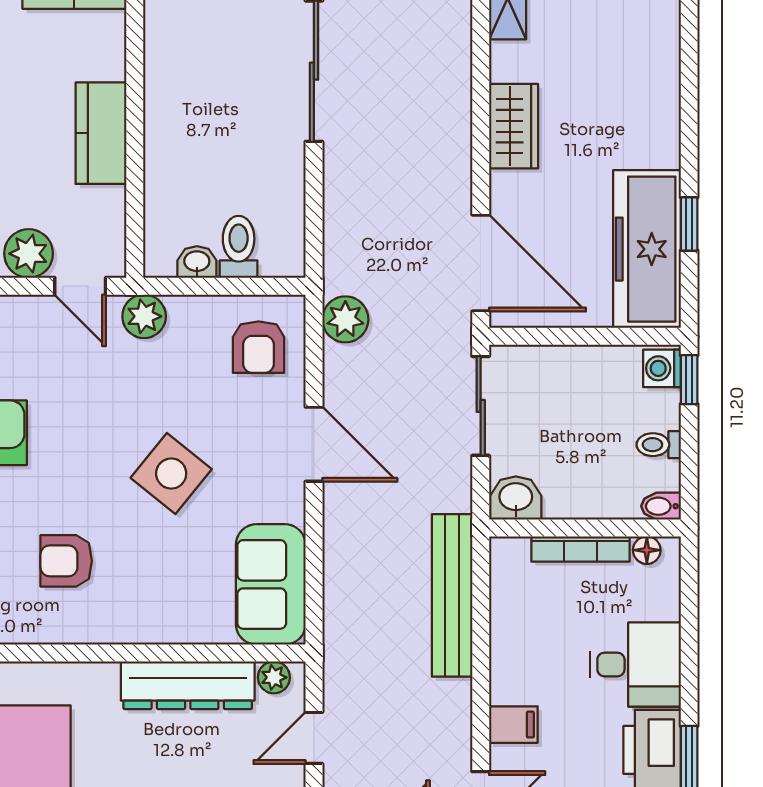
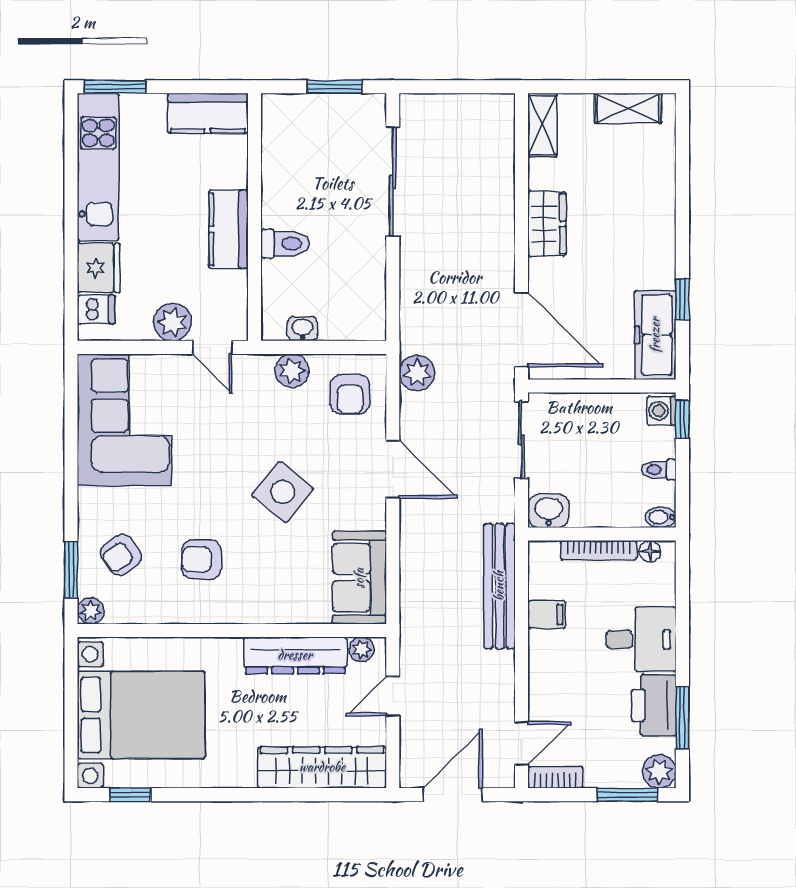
toilet: (239, 247) -> (285, 244), moved, turned 90
freezer: (647, 249) -> (655, 335), width x0.73, depth x0.79
plant: (144, 316) -> (292, 371), moved
filing cabinet: (513, 725) -> (547, 615), moved

